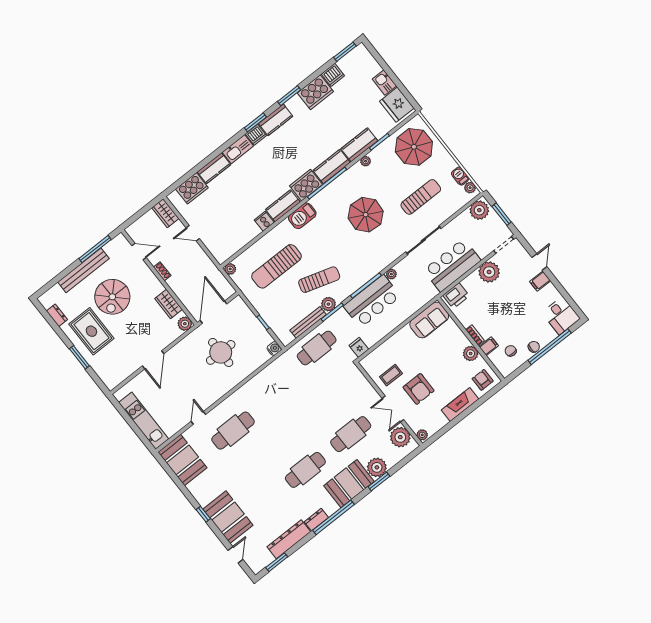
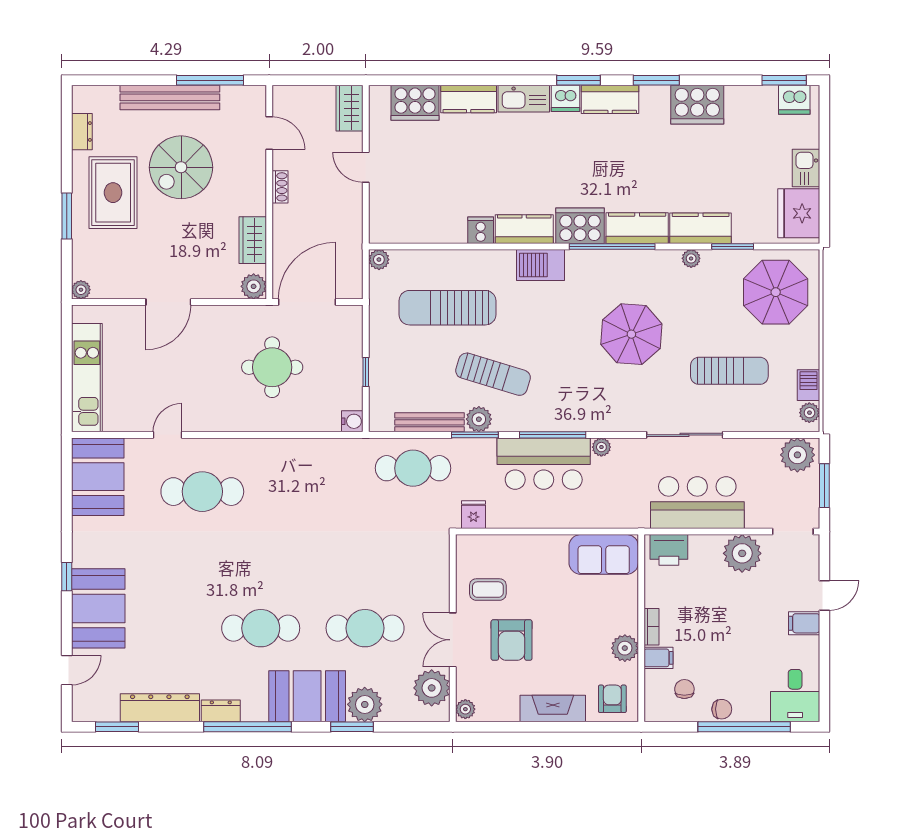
dishwasher: (333, 75) -> (794, 100), moved
plant: (111, 384) -> (81, 290), added

